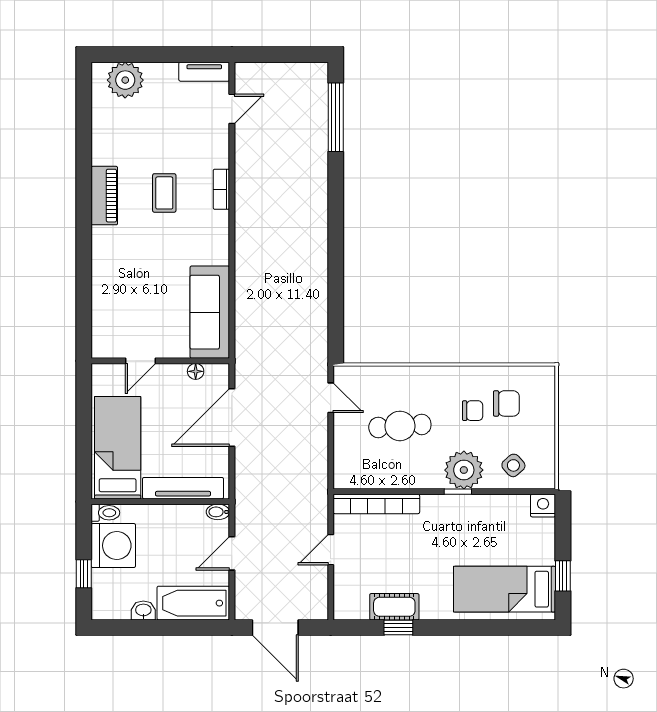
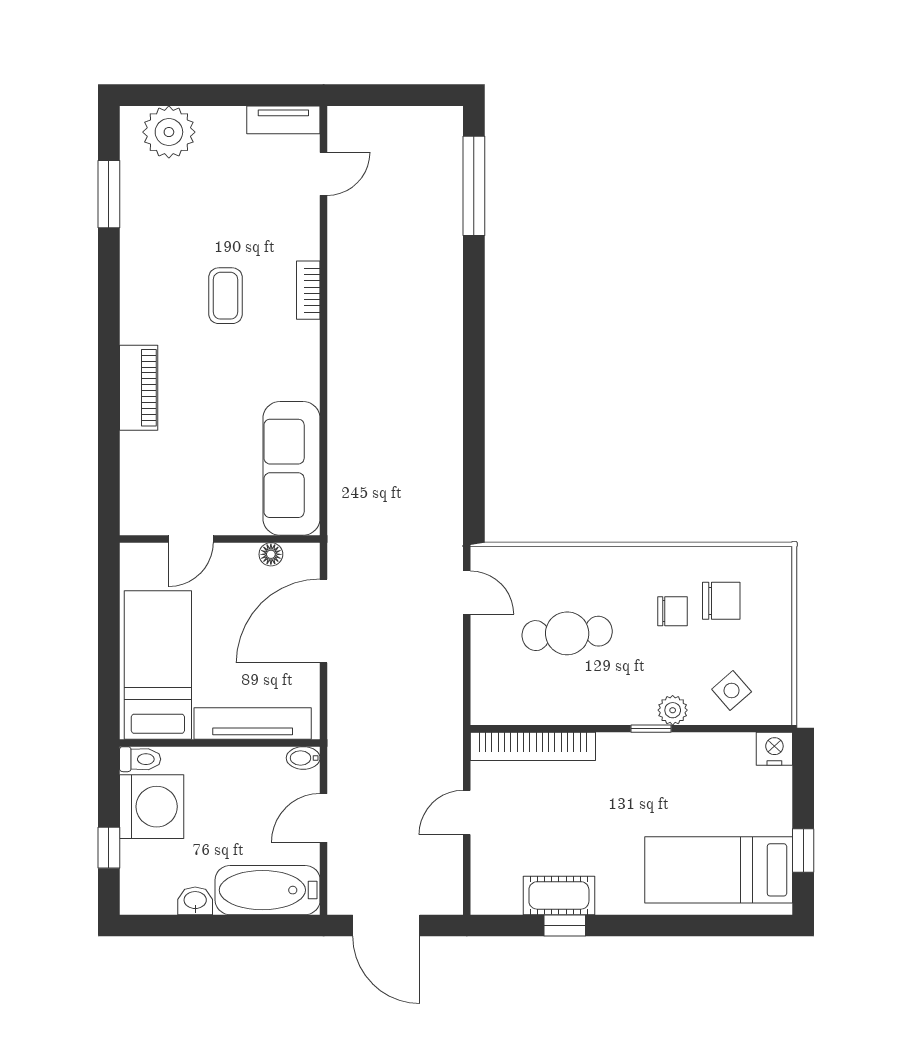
window: (84, 123) -> (109, 194), added
piano: (104, 196) -> (139, 388), moved
plant: (464, 470) -> (673, 710), width x0.53, depth x0.53

